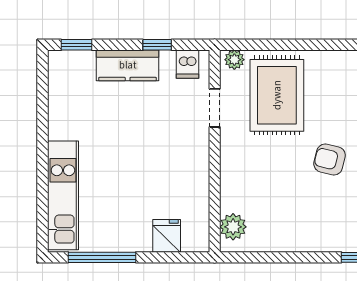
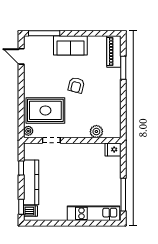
dishwasher: (187, 64) -> (30, 211), moved
kitchen counter: (128, 65) -> (31, 182), width x1.50
plant: (233, 227) -> (96, 132), moved
fridge: (167, 236) -> (113, 149), moved

